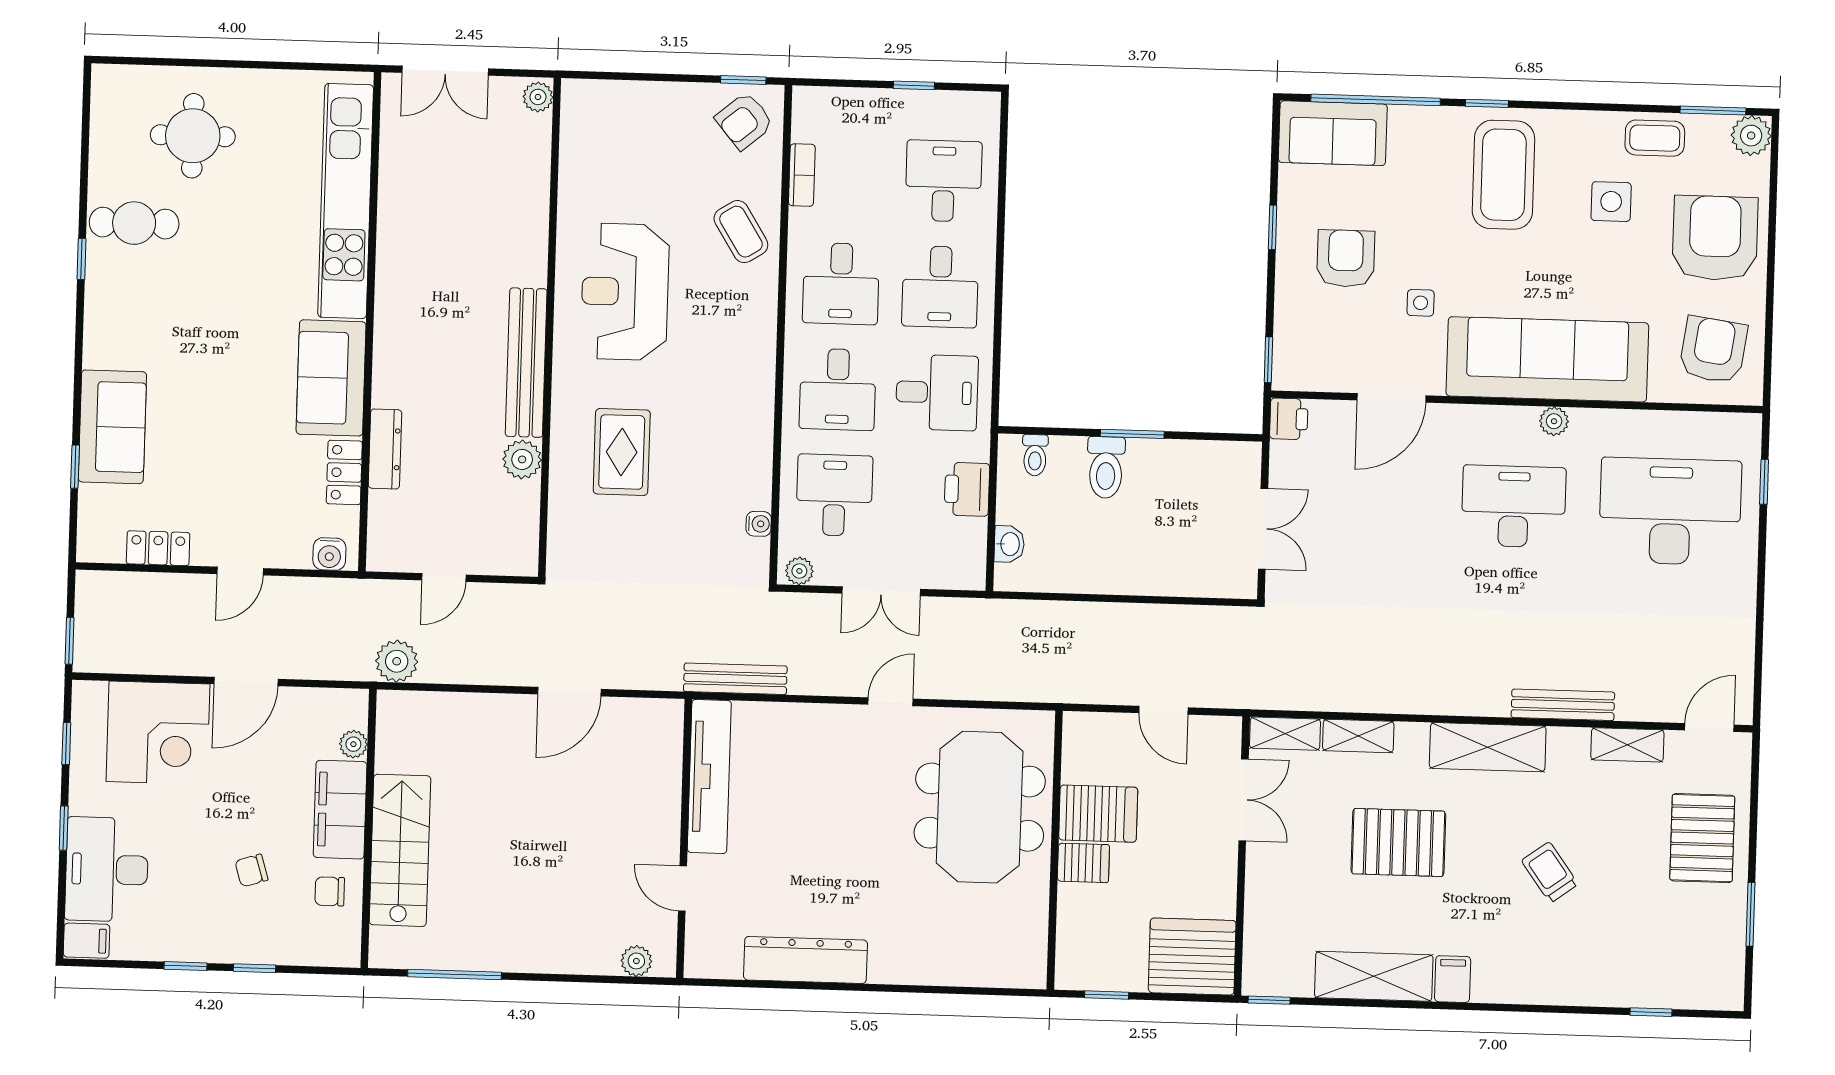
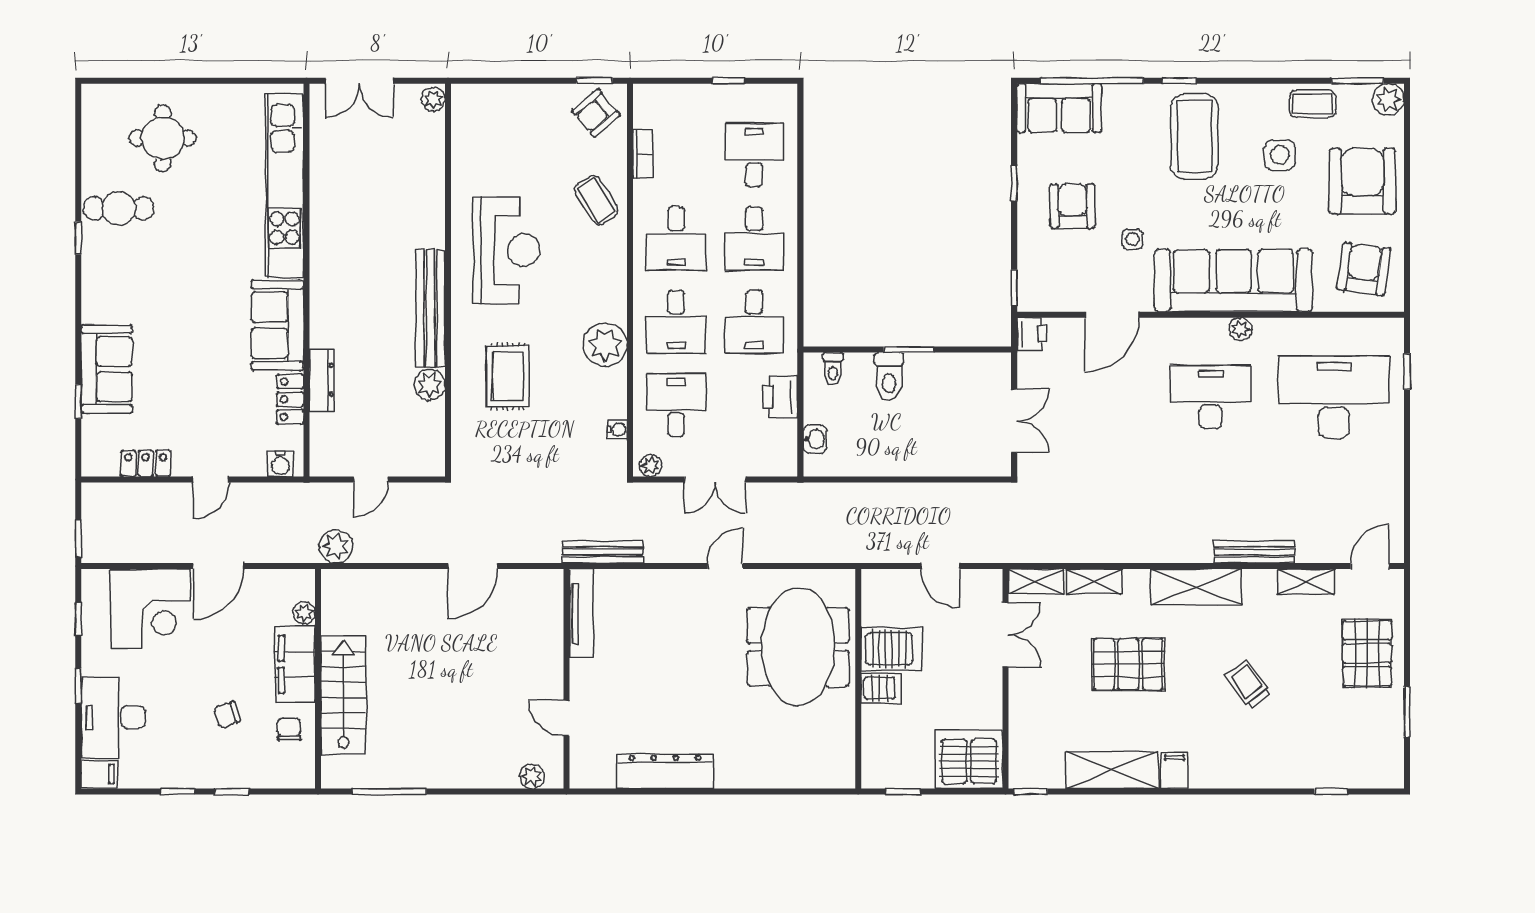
reception desk: (625, 292) -> (506, 250), turned 180
desk: (937, 392) -> (754, 322), turned 90
plant: (747, 416) -> (605, 345), added
tv unit: (709, 776) -> (581, 613), width x0.73, depth x0.78
chair: (330, 891) -> (289, 729), turned 90

